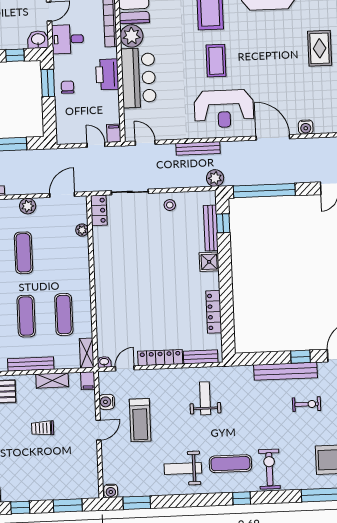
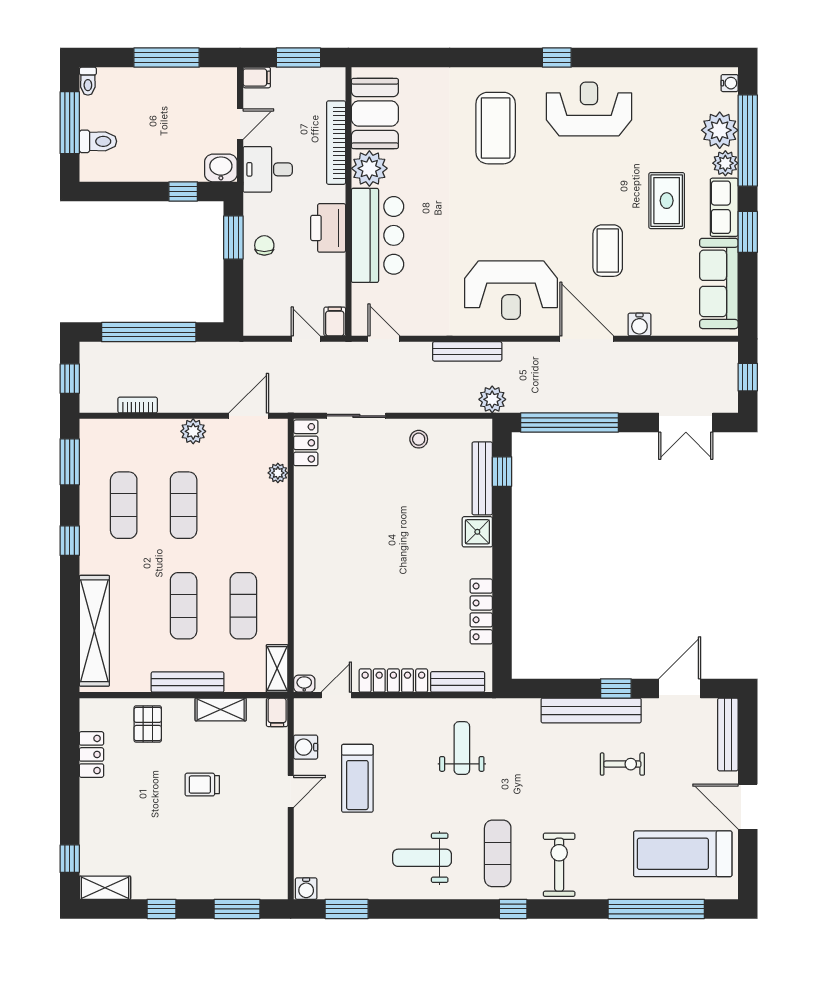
coffee table: (216, 61) -> (608, 251), moved
exercise mat: (230, 464) -> (498, 853), turned 90

